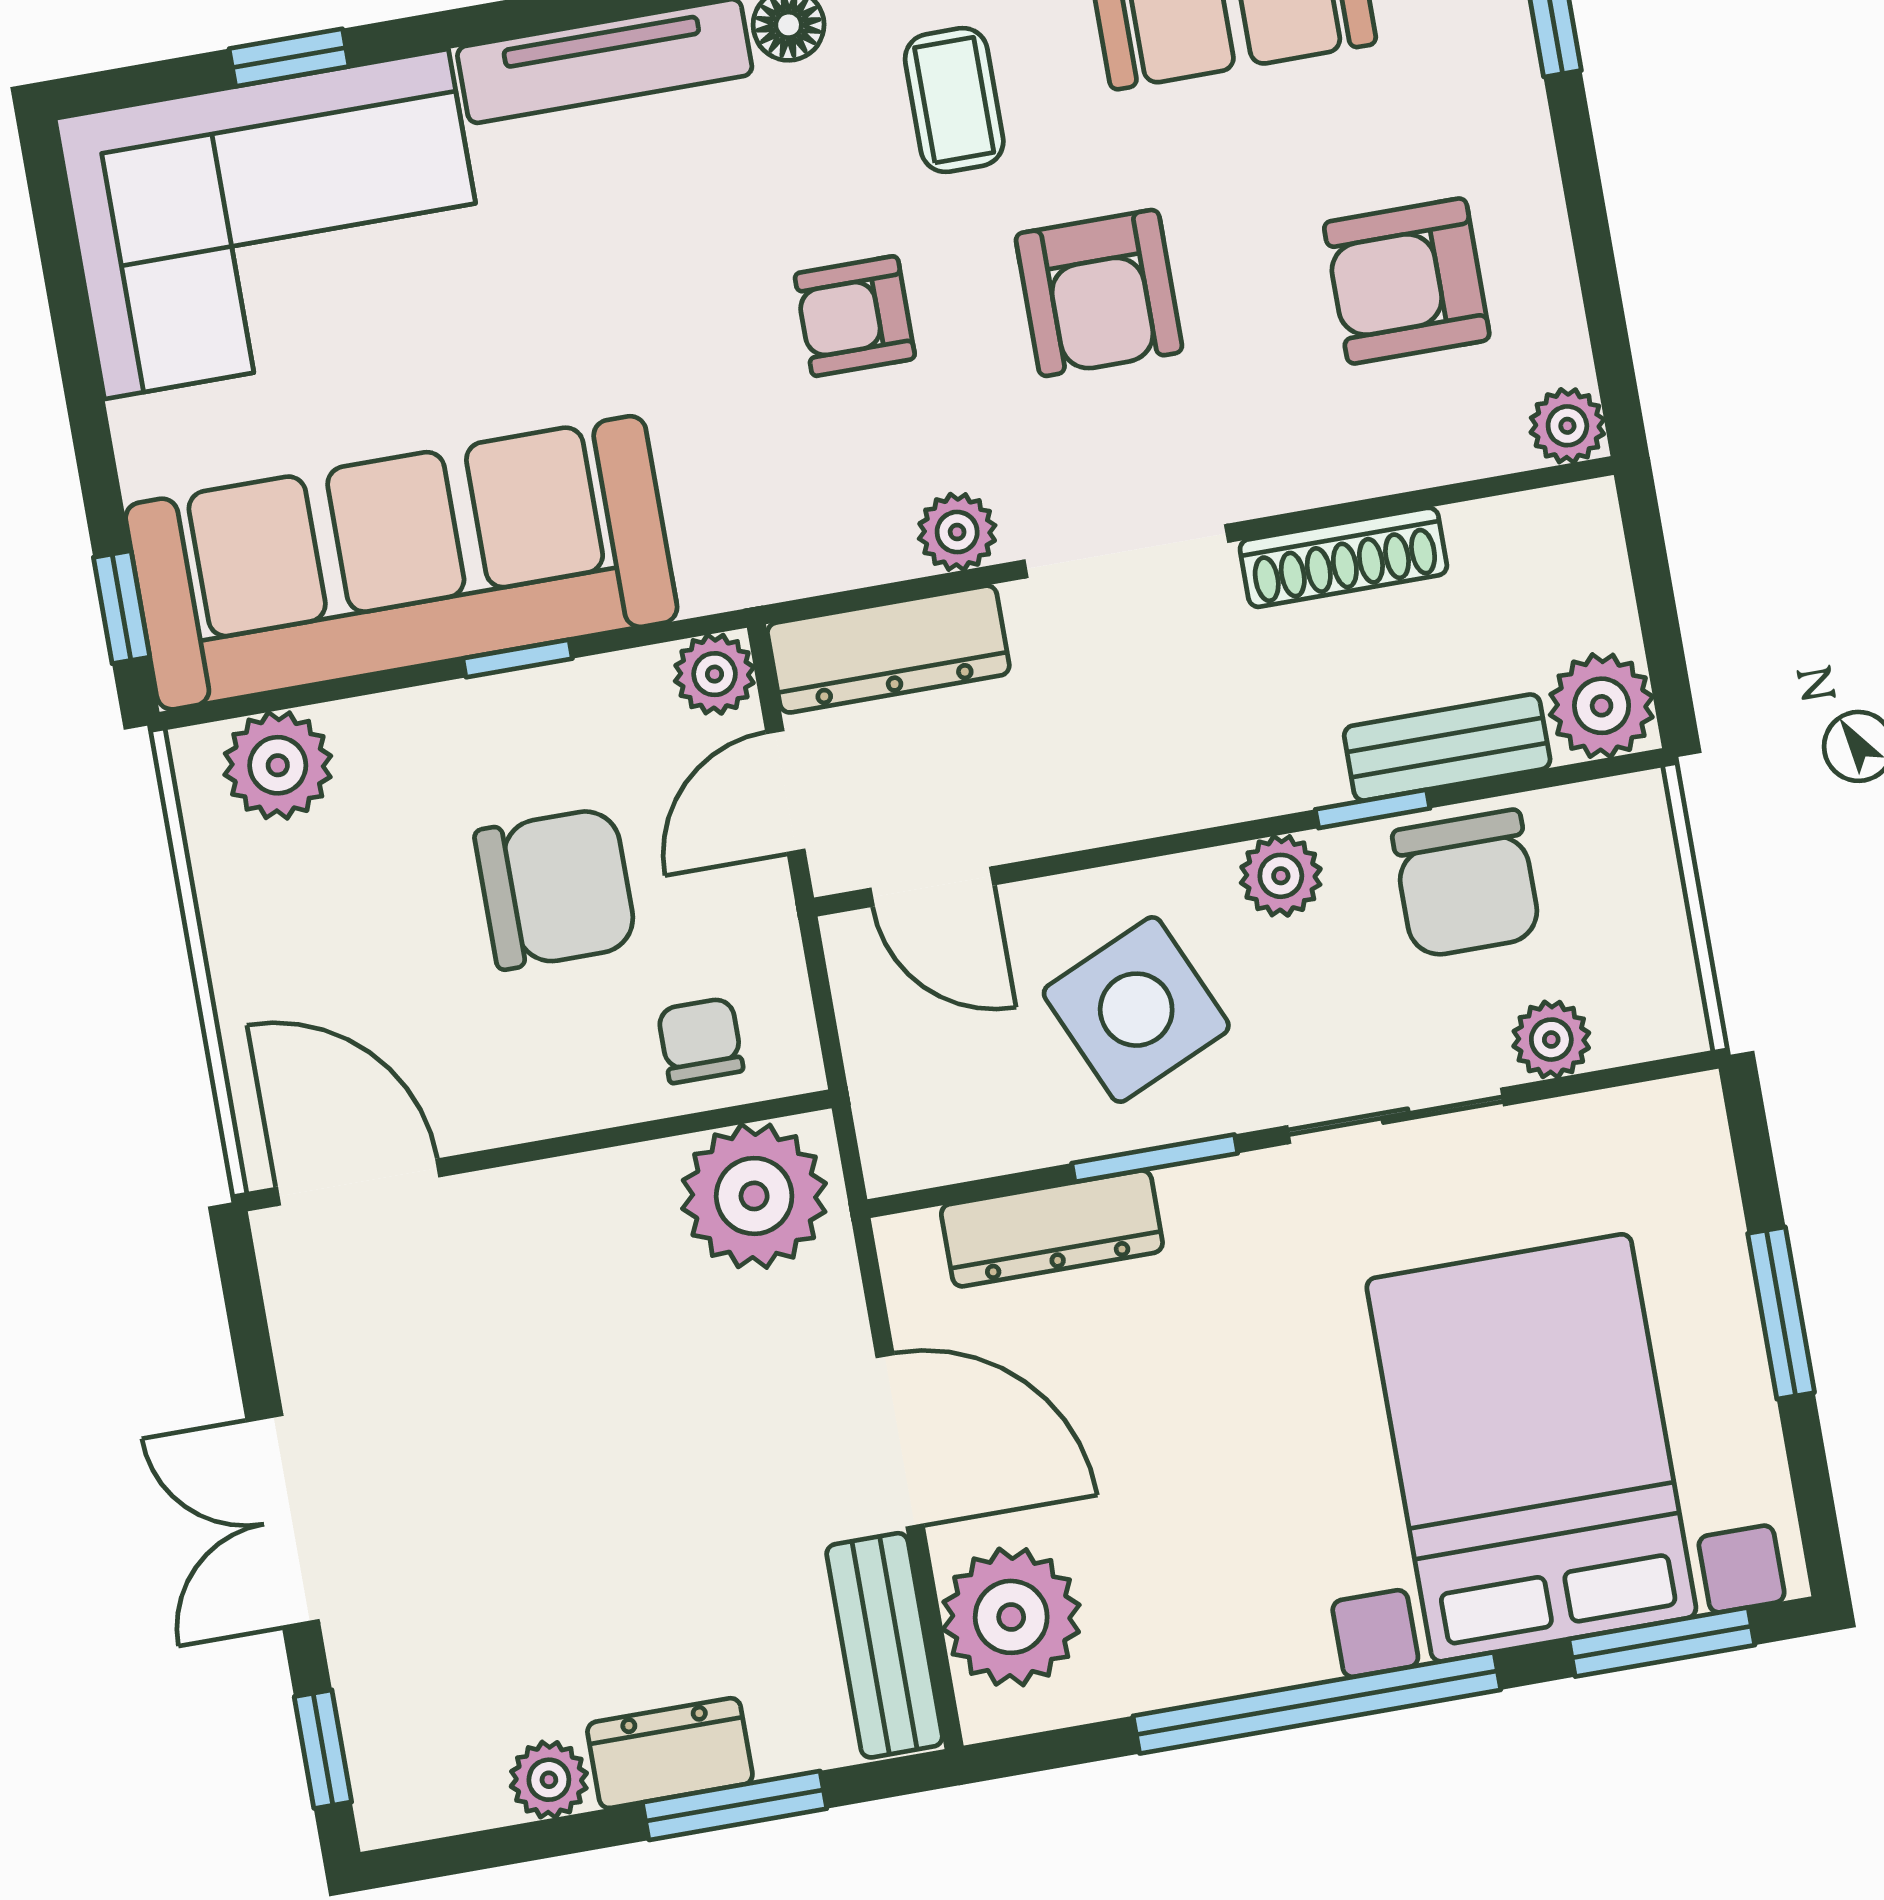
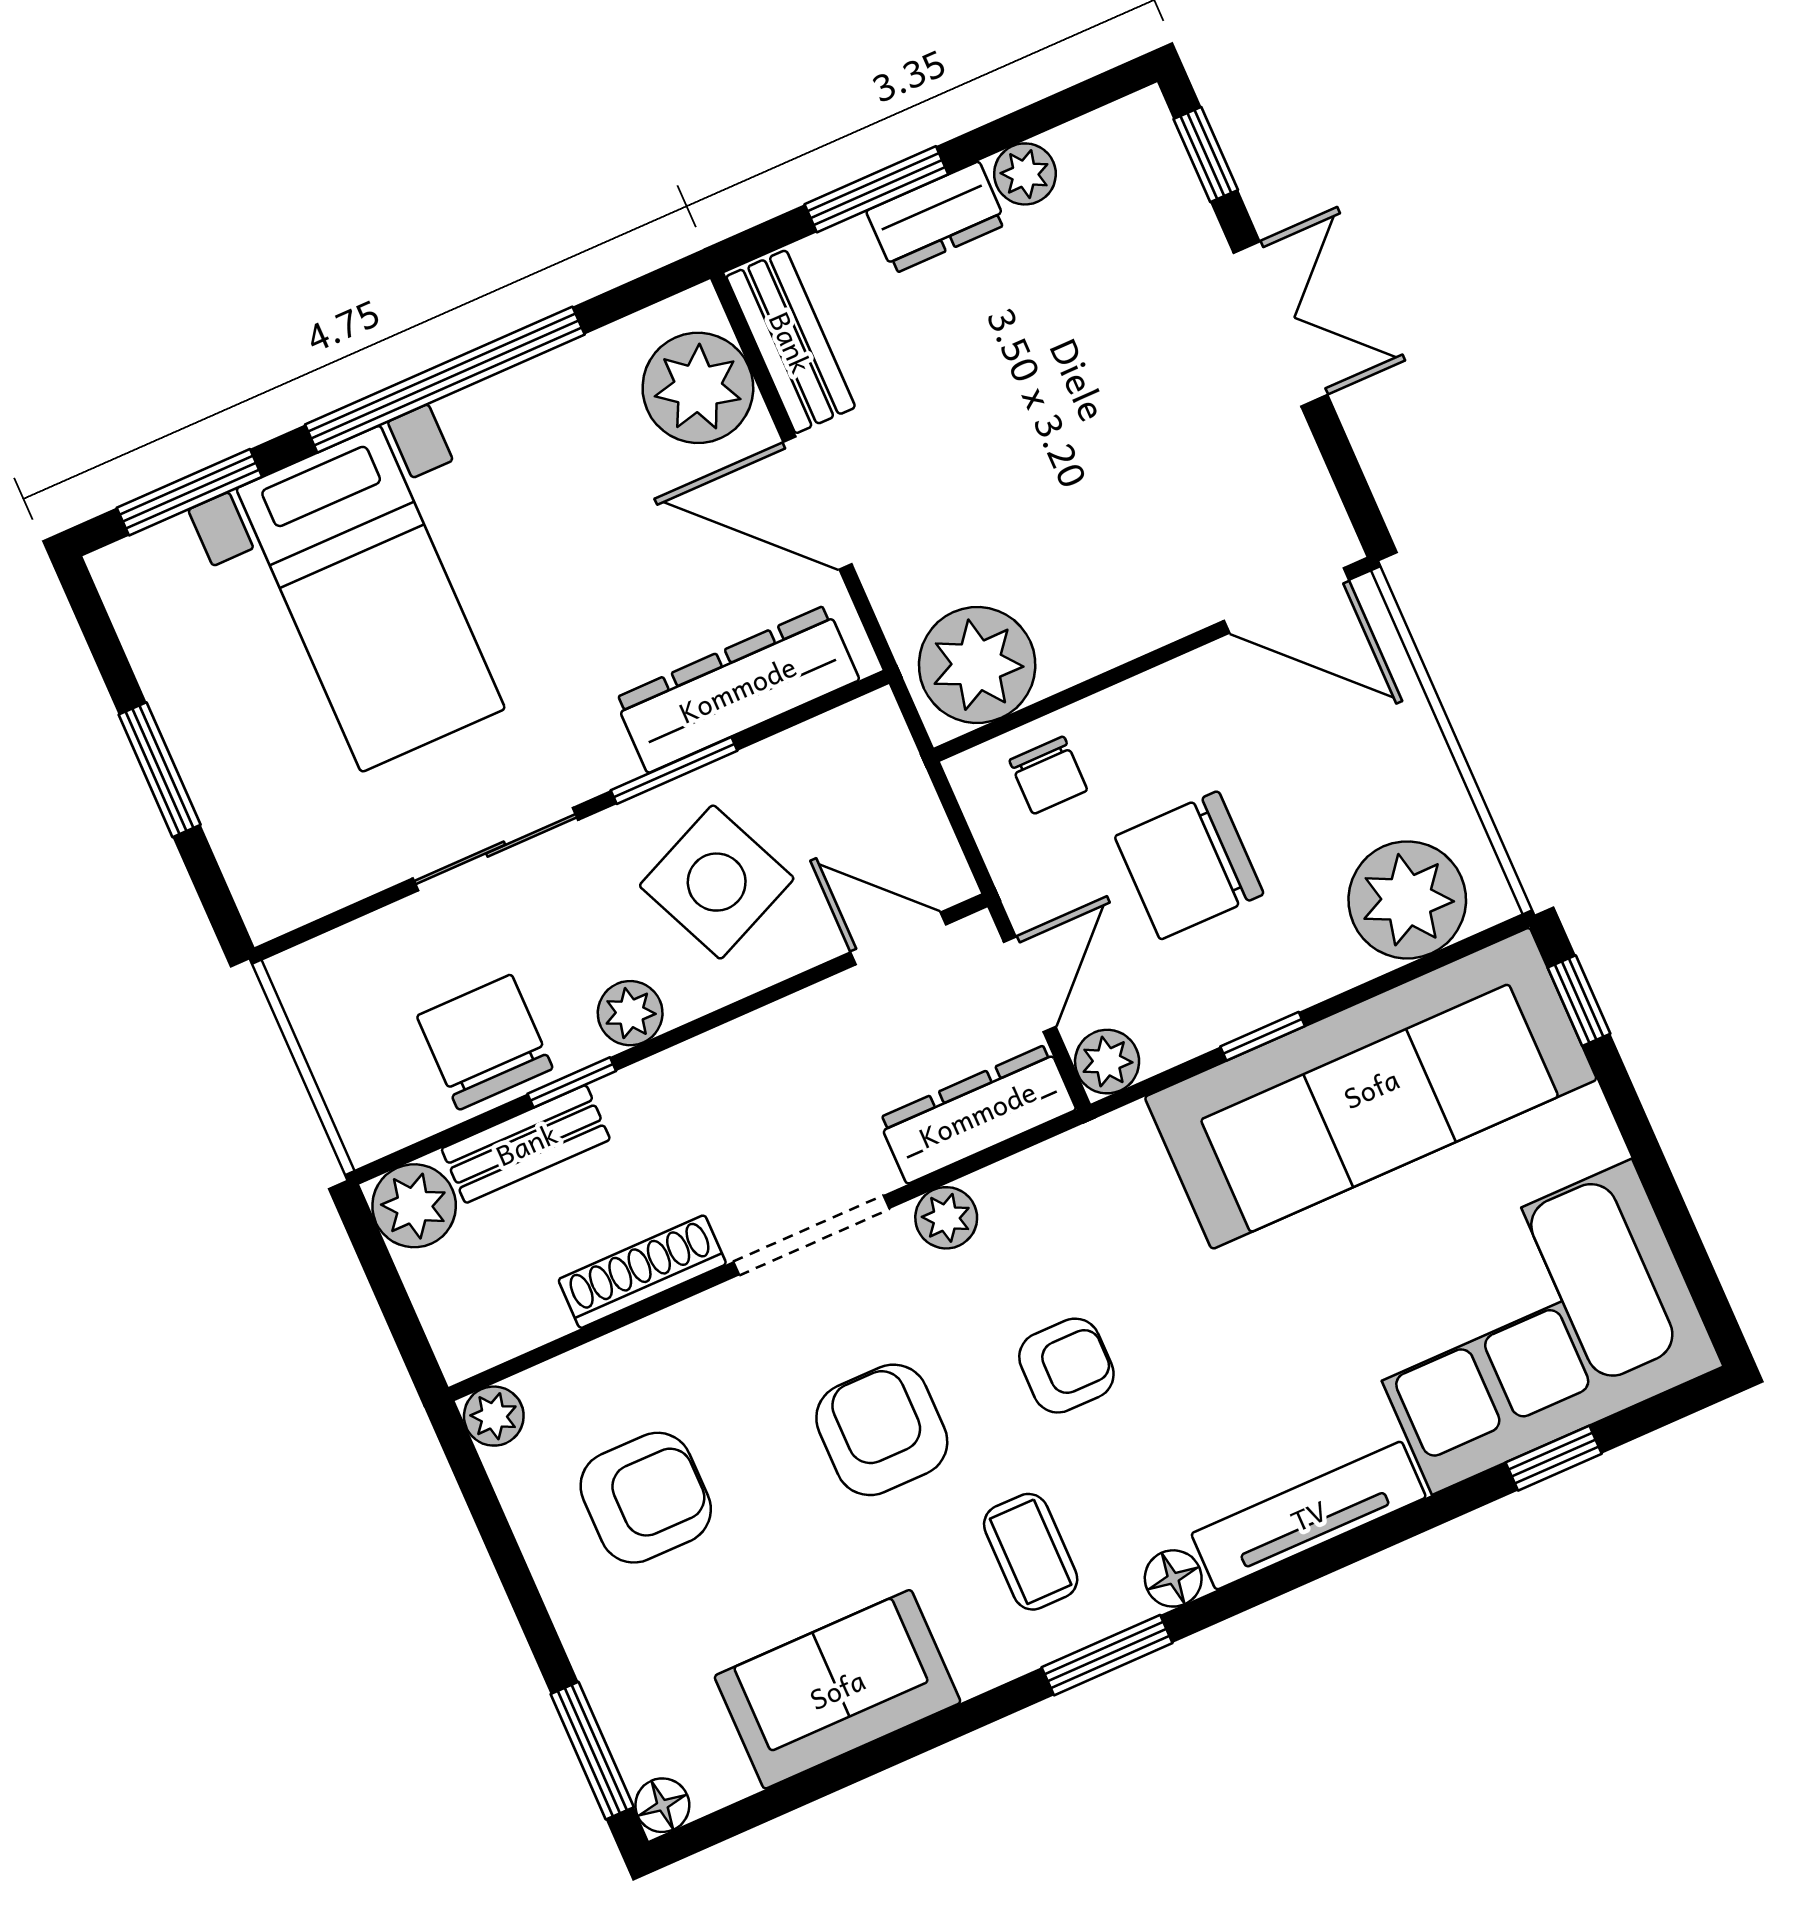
plant: (278, 765) -> (1407, 900), width x1.36, depth x1.36
plant: (1551, 1040) -> (390, 938), removed
dresser: (1052, 1228) -> (737, 689), width x1.37, depth x1.24
bed with nightstands: (1531, 1448) -> (371, 599), width x0.73

